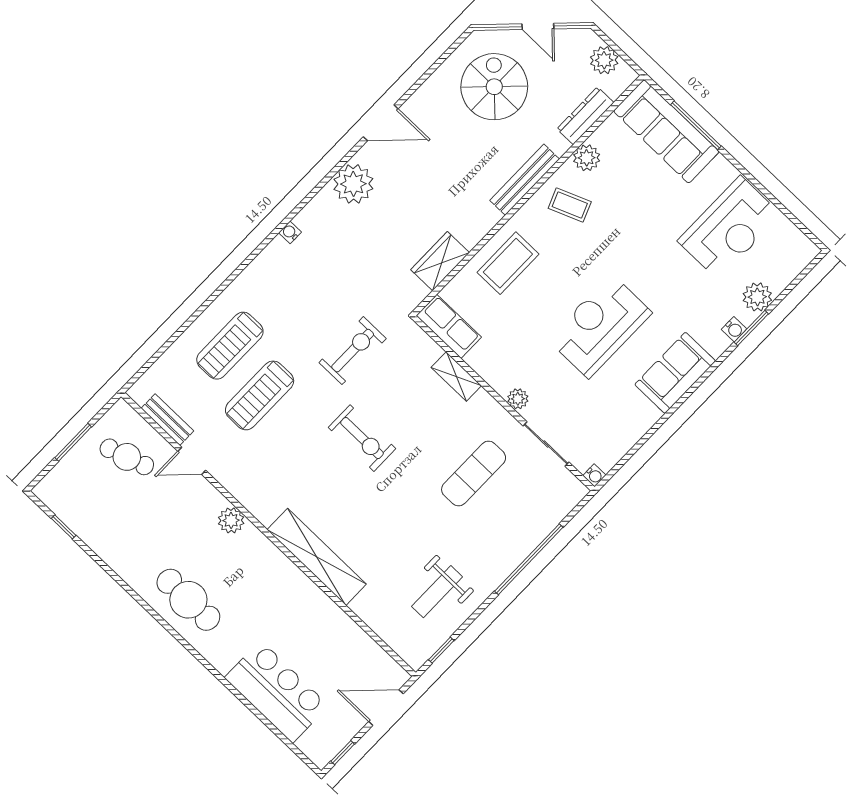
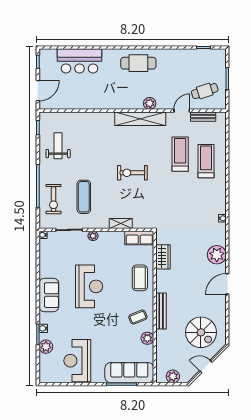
dresser: (585, 116) -> (161, 352), removed
exercise bike: (353, 351) -> (54, 199), moved
shelving: (317, 557) -> (140, 119), moved

